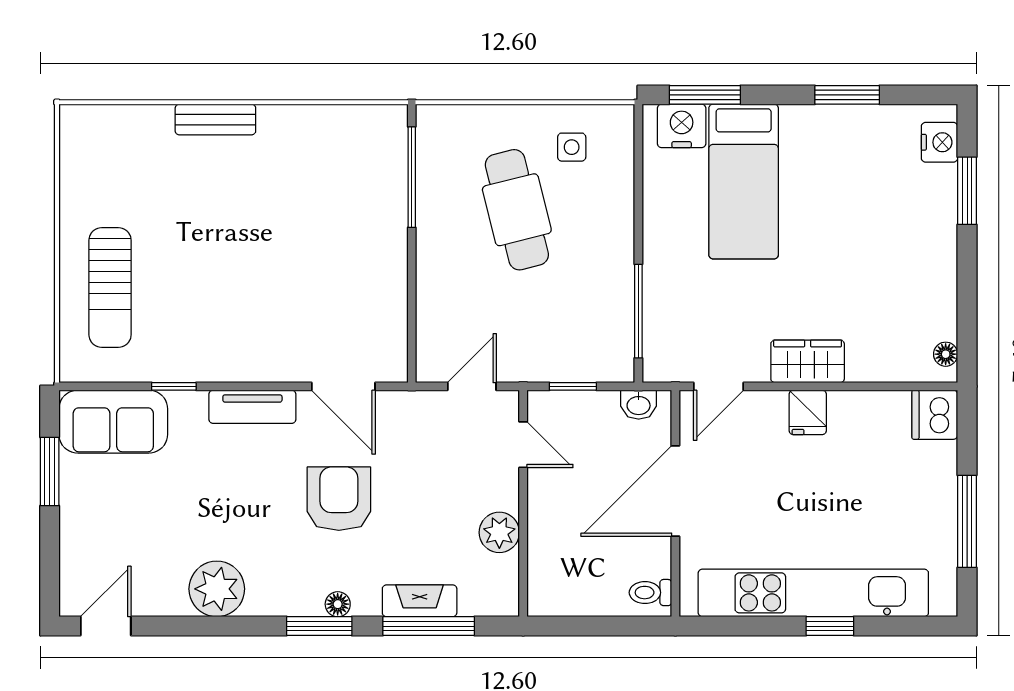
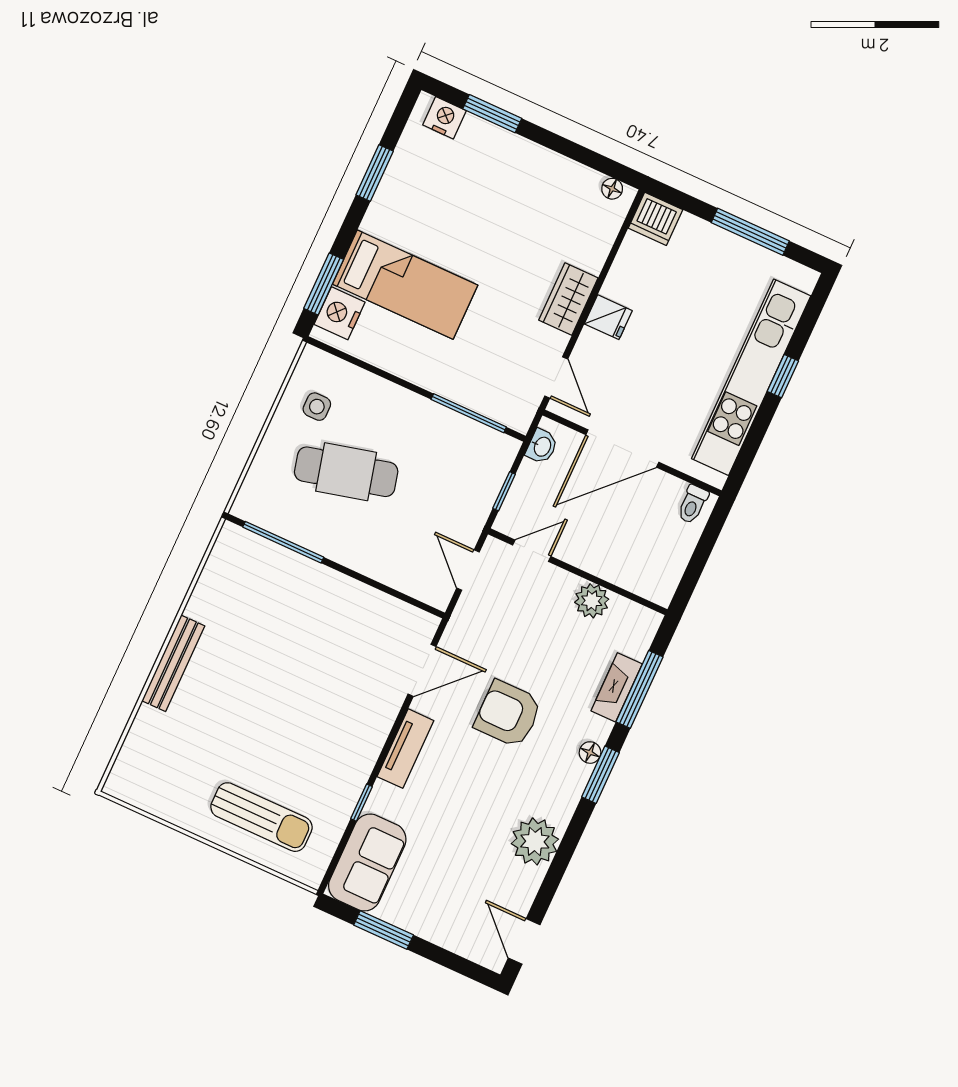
bench: (215, 120) -> (173, 663), width x1.36
door: (675, 491) -> (622, 448), hinge flipped

